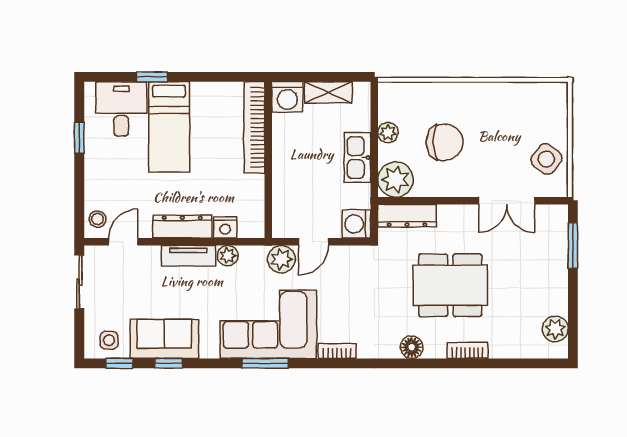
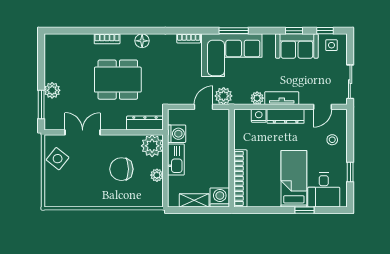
stool: (98, 219) -> (332, 140), moved
washing machine: (356, 224) -> (177, 134), moved
plant: (555, 329) -> (52, 90), moved

